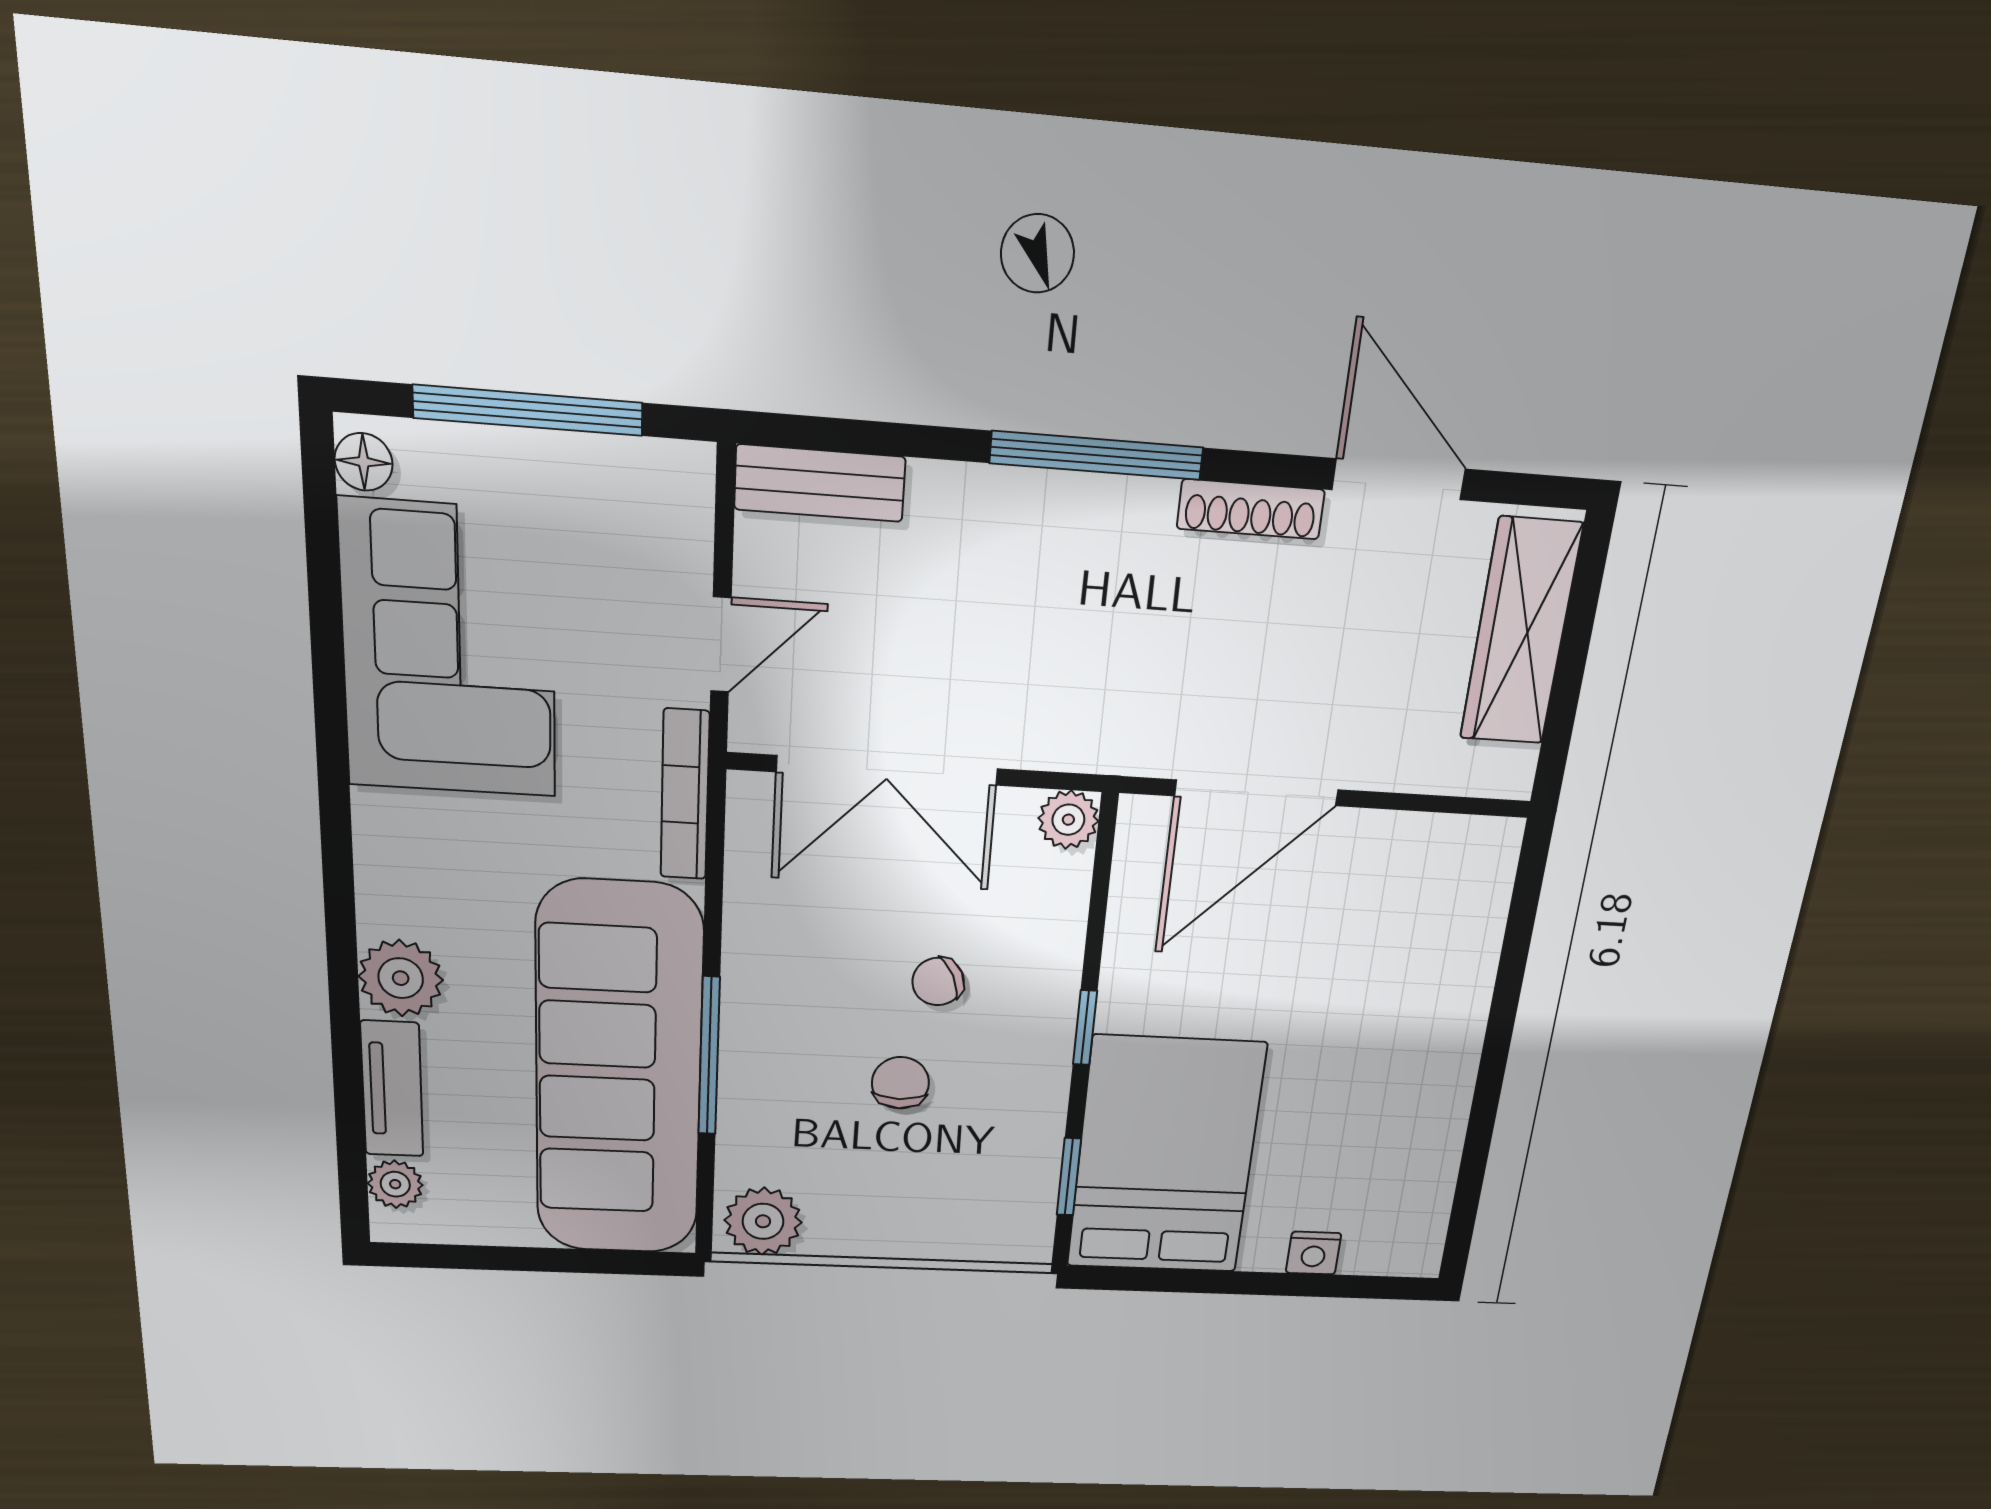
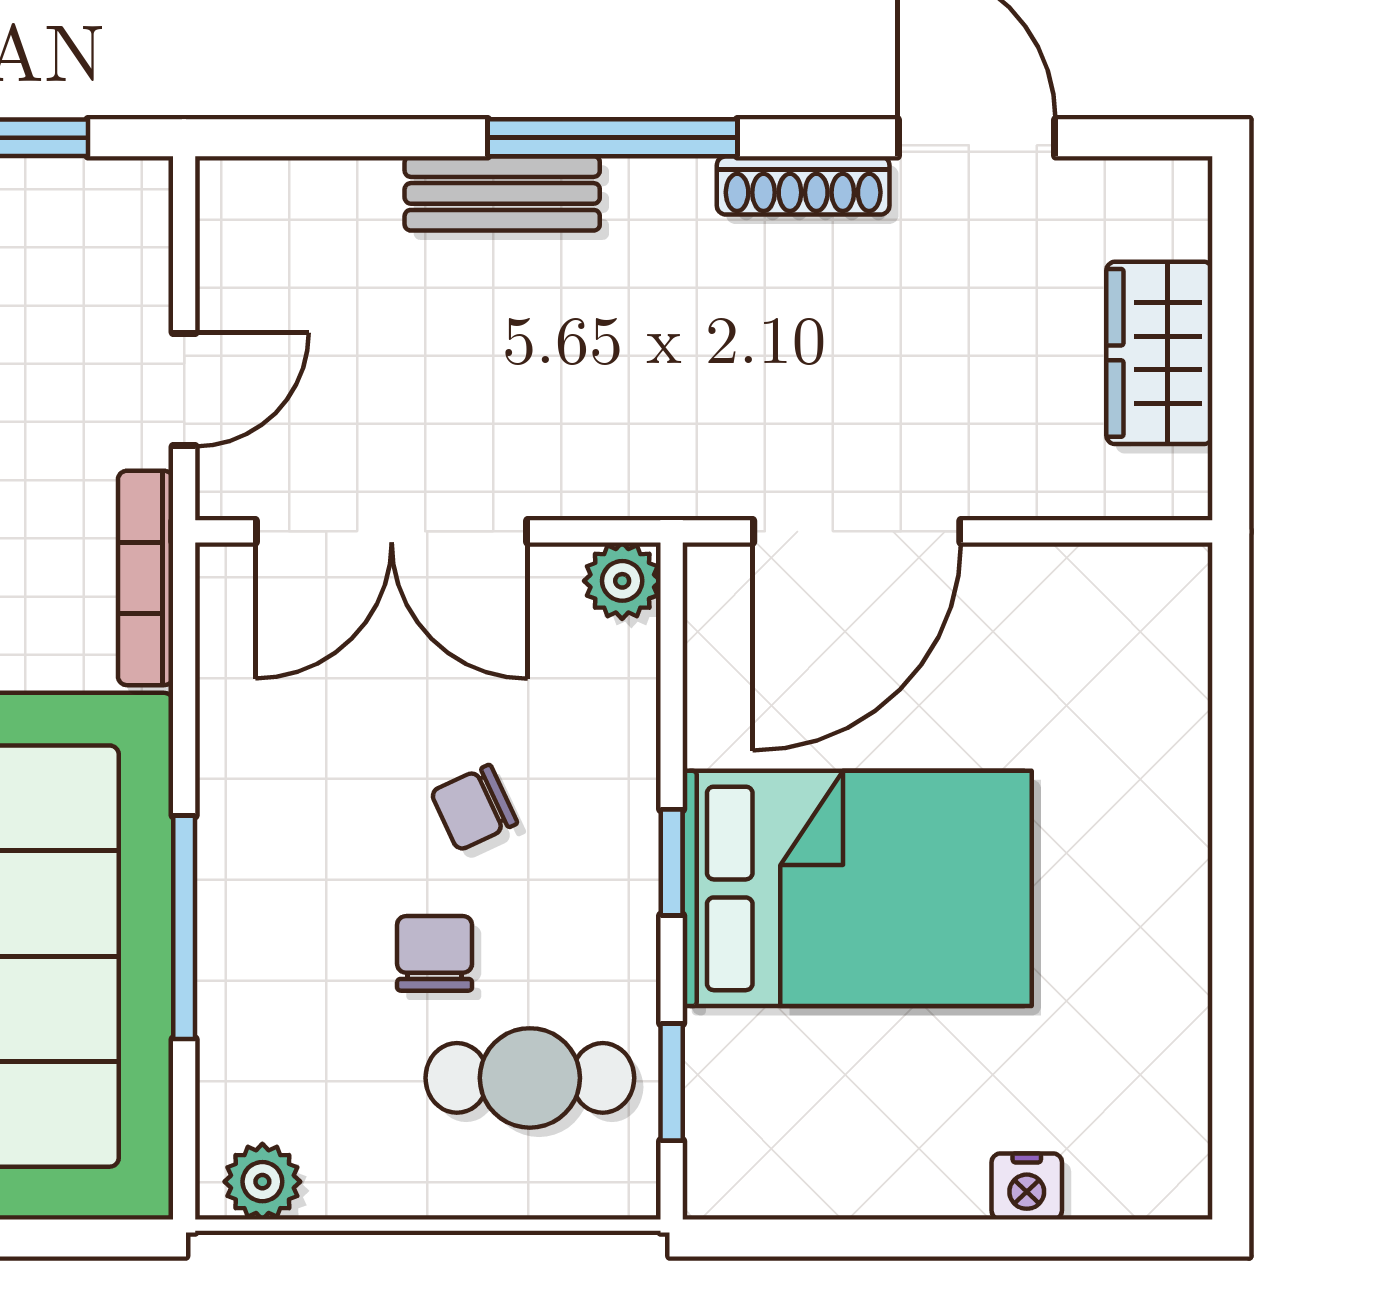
bench: (820, 483) -> (502, 193), moved
wardrobe: (1521, 632) -> (1159, 353), width x0.67
bed: (1166, 1156) -> (857, 888), moved, turned 90
cafe table: (965, 1170) -> (530, 1078), added
plant: (763, 1221) -> (262, 1182), width x0.73, depth x0.73

